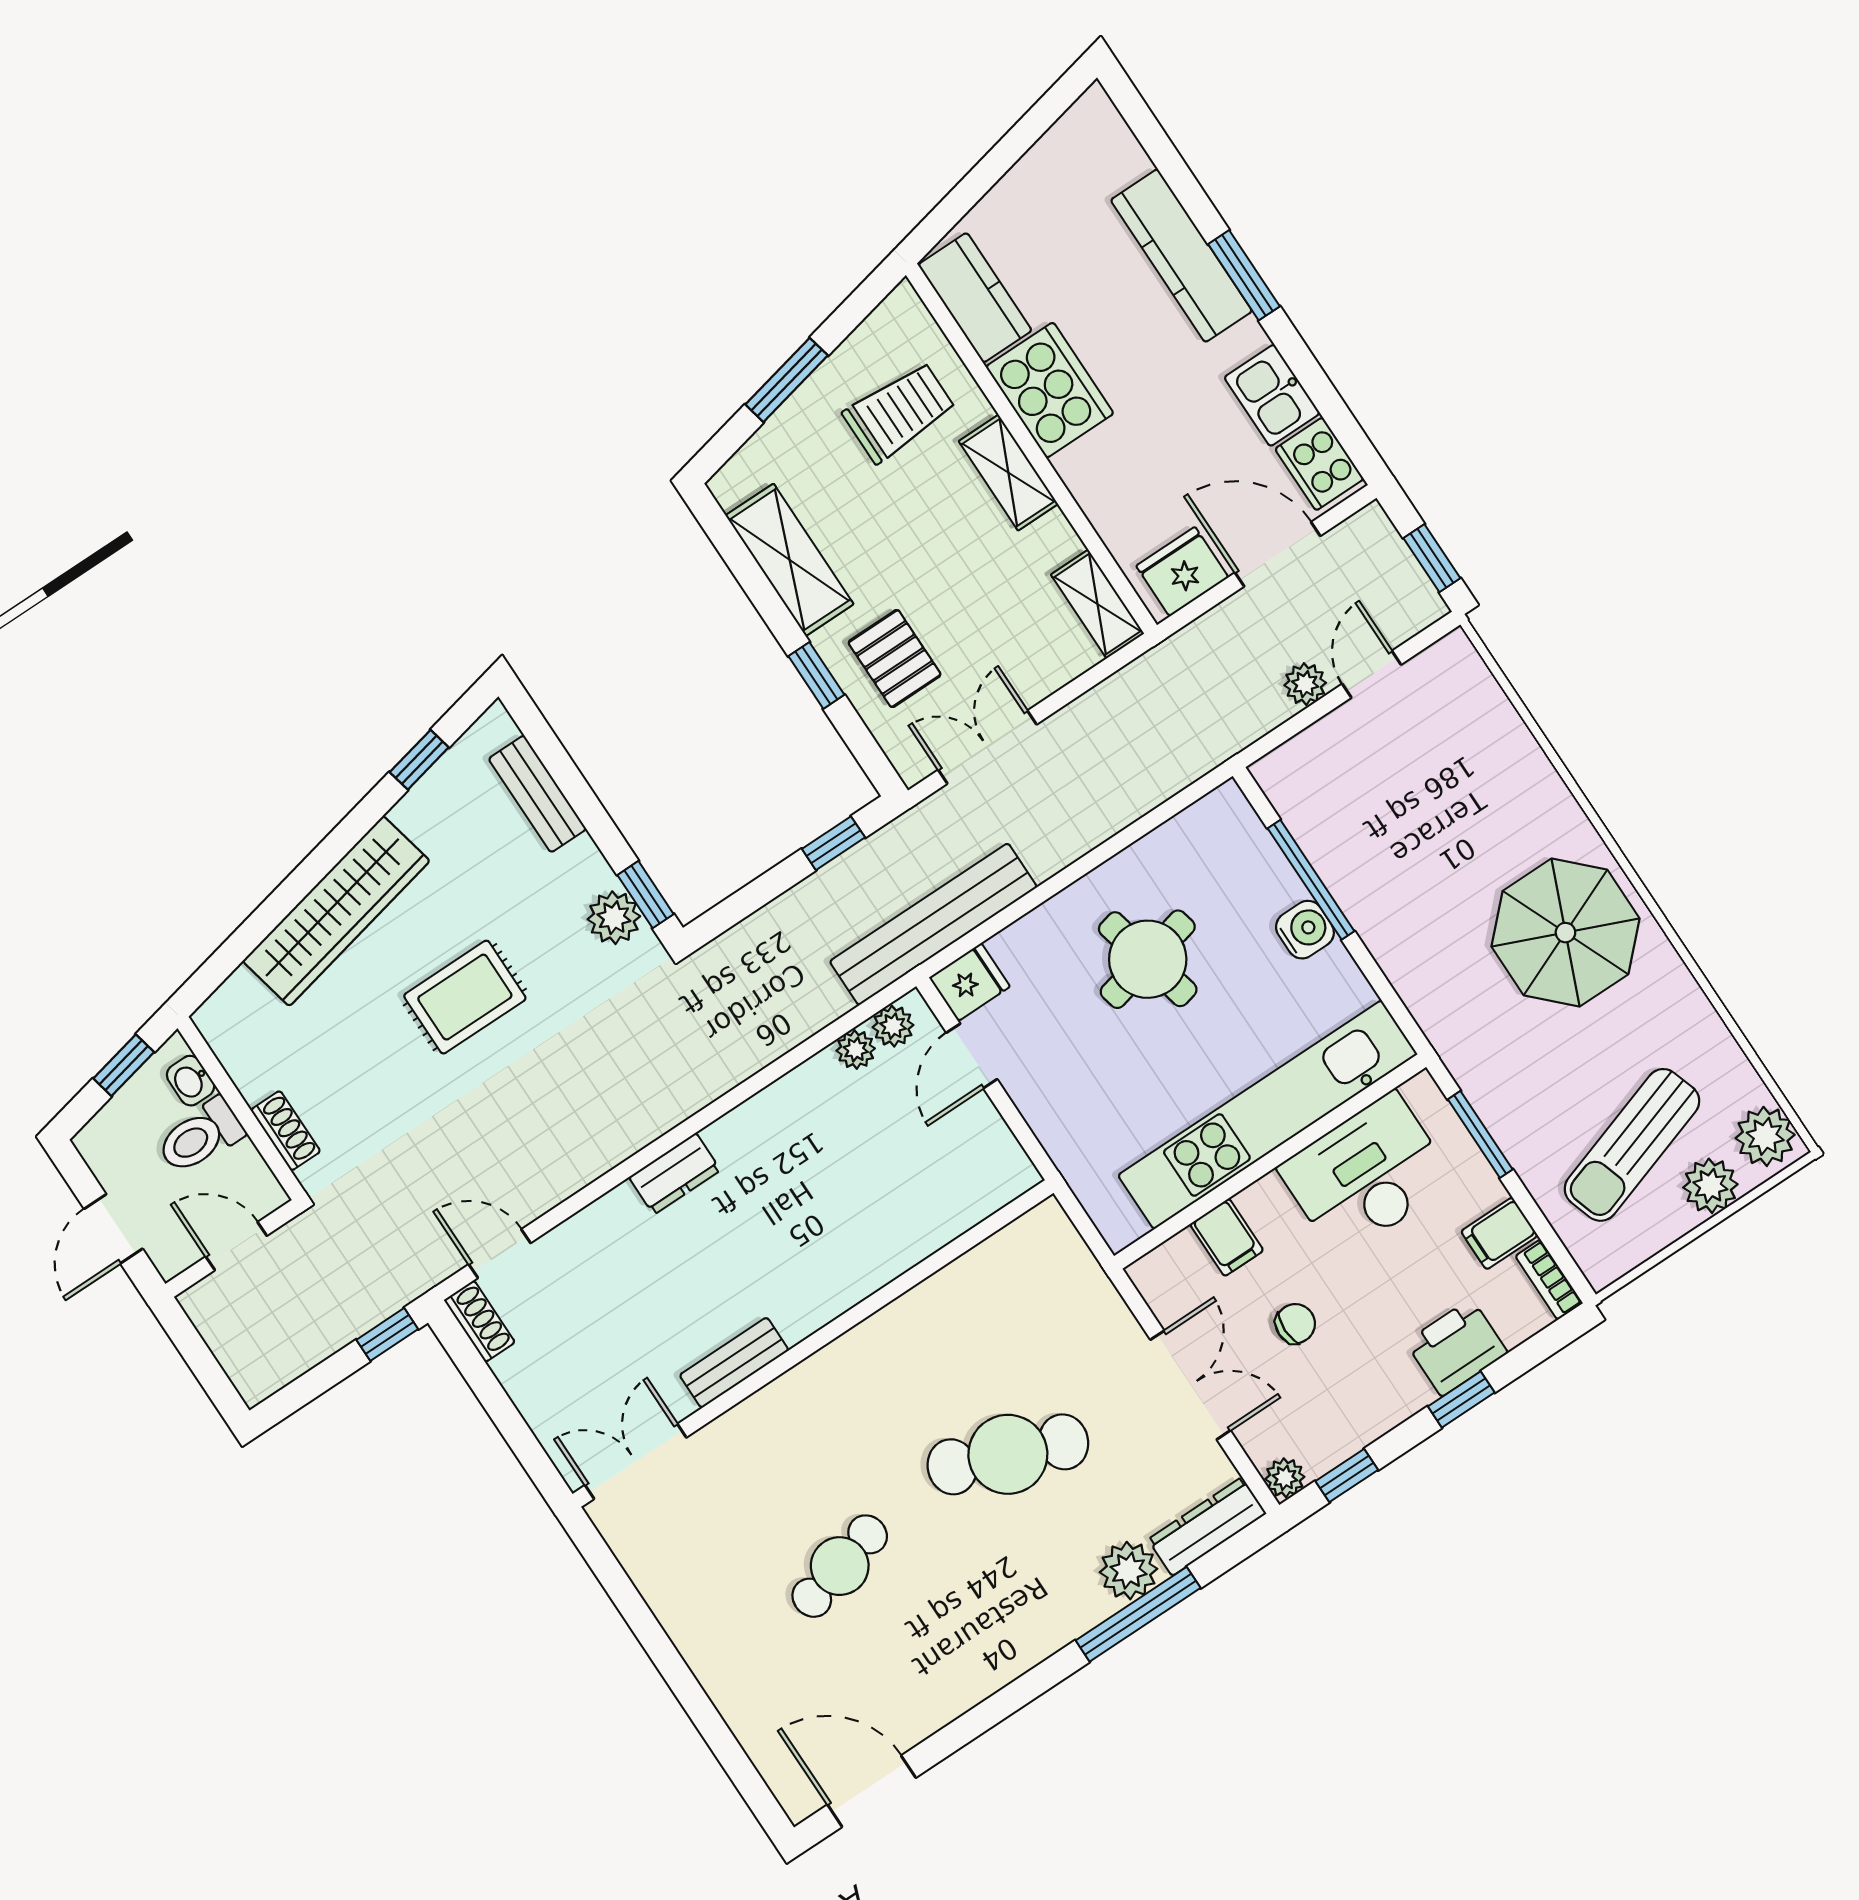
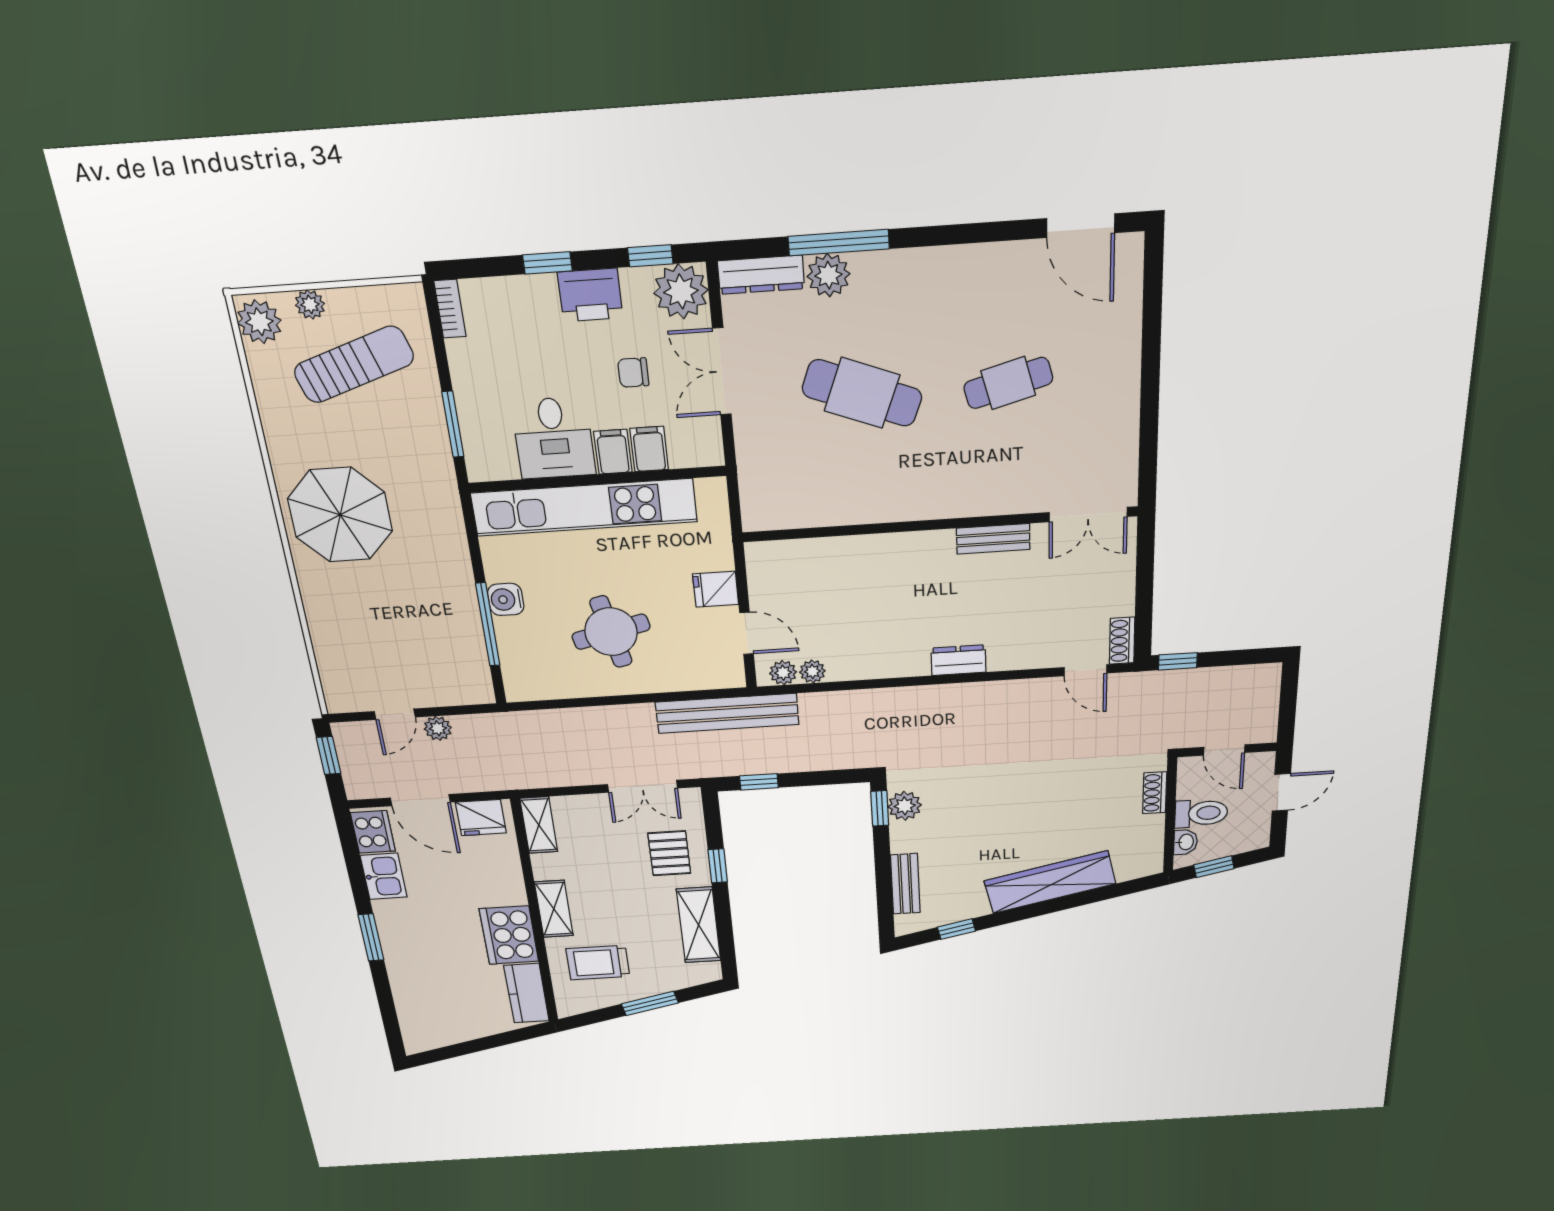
kitchen counter: (1181, 256) -> (402, 961), removed
fridge: (970, 982) -> (716, 589), moved
rug: (465, 997) -> (1012, 808), removed
door: (972, 1056) -> (747, 633), hinge flipped
desk: (1366, 1175) -> (554, 438), width x0.73
plant: (1710, 1186) -> (310, 304), width x0.73, depth x0.73
filing cabinet: (1499, 1233) -> (613, 452), moved, turned -90
printer: (1457, 1347) -> (590, 295), moved
plant: (1285, 1478) -> (681, 291), width x1.88, depth x1.88

